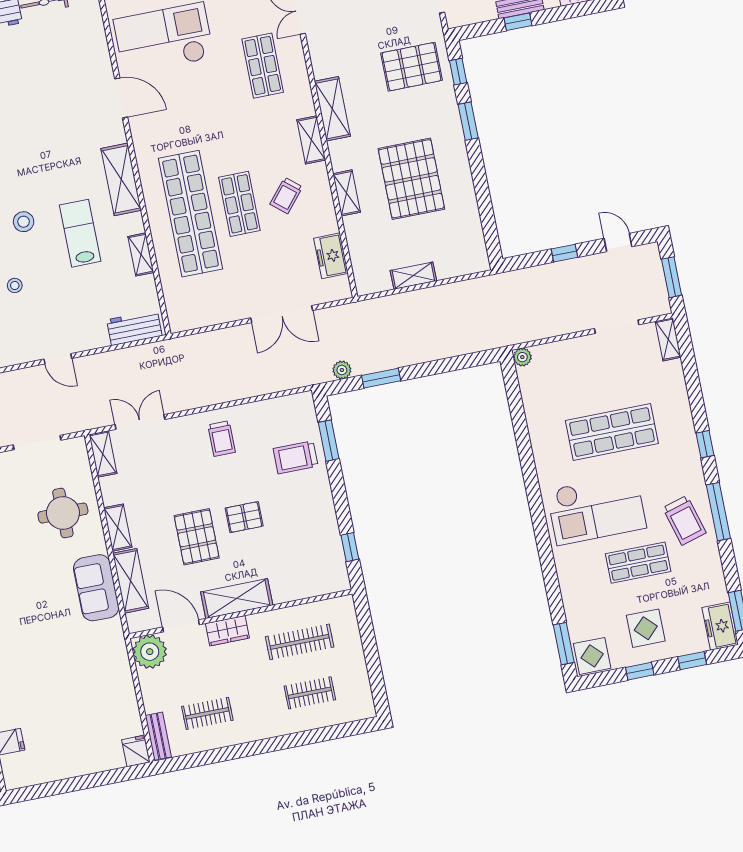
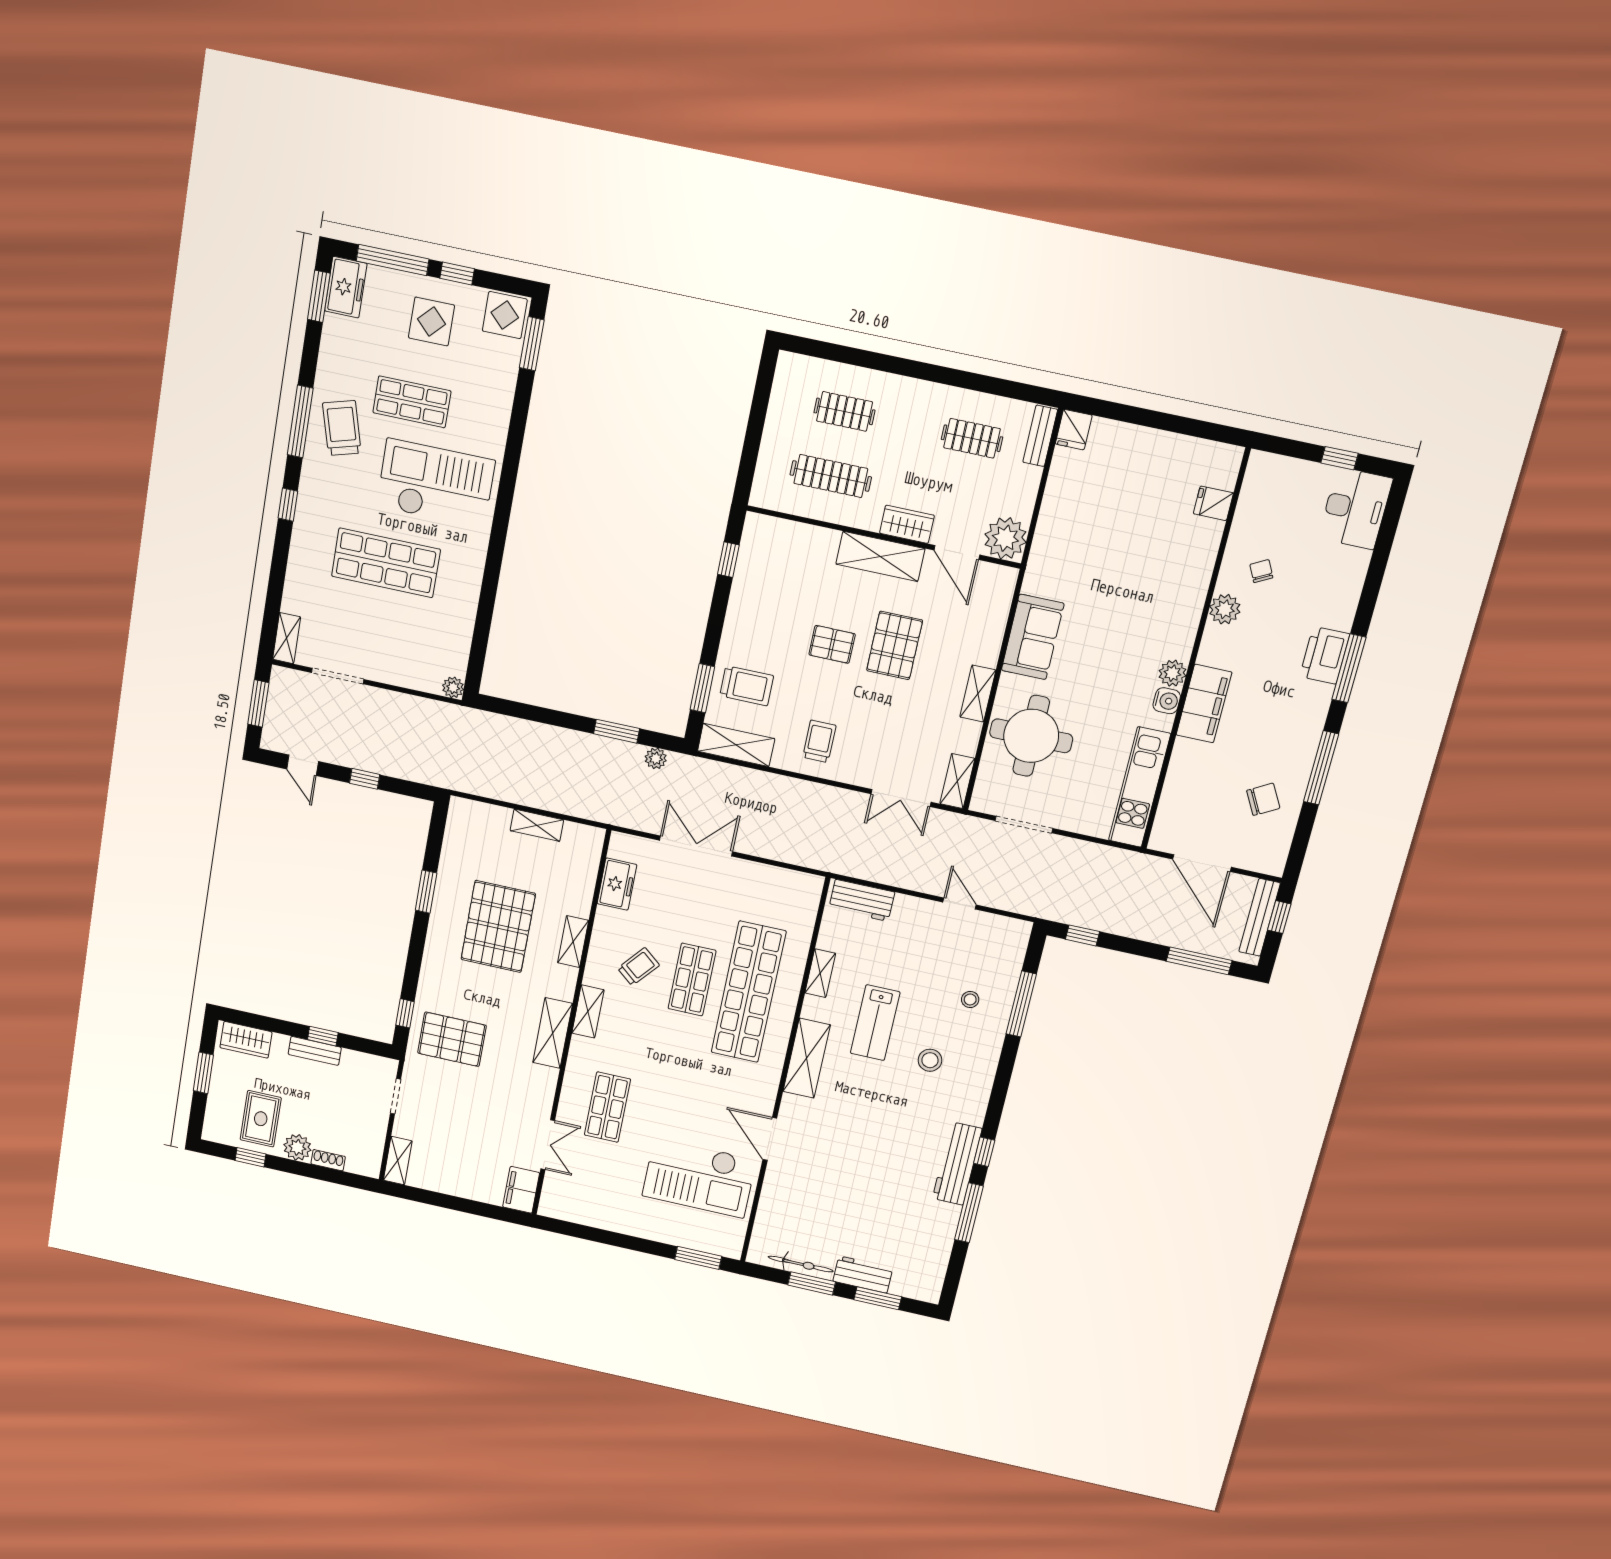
window: (468, 121) -> (426, 892), moved
round table: (63, 513) -> (1031, 736), width x1.36, depth x1.36
shelving: (131, 581) -> (736, 745), moved, turned 90
window: (692, 661) -> (393, 260), width x2.17

